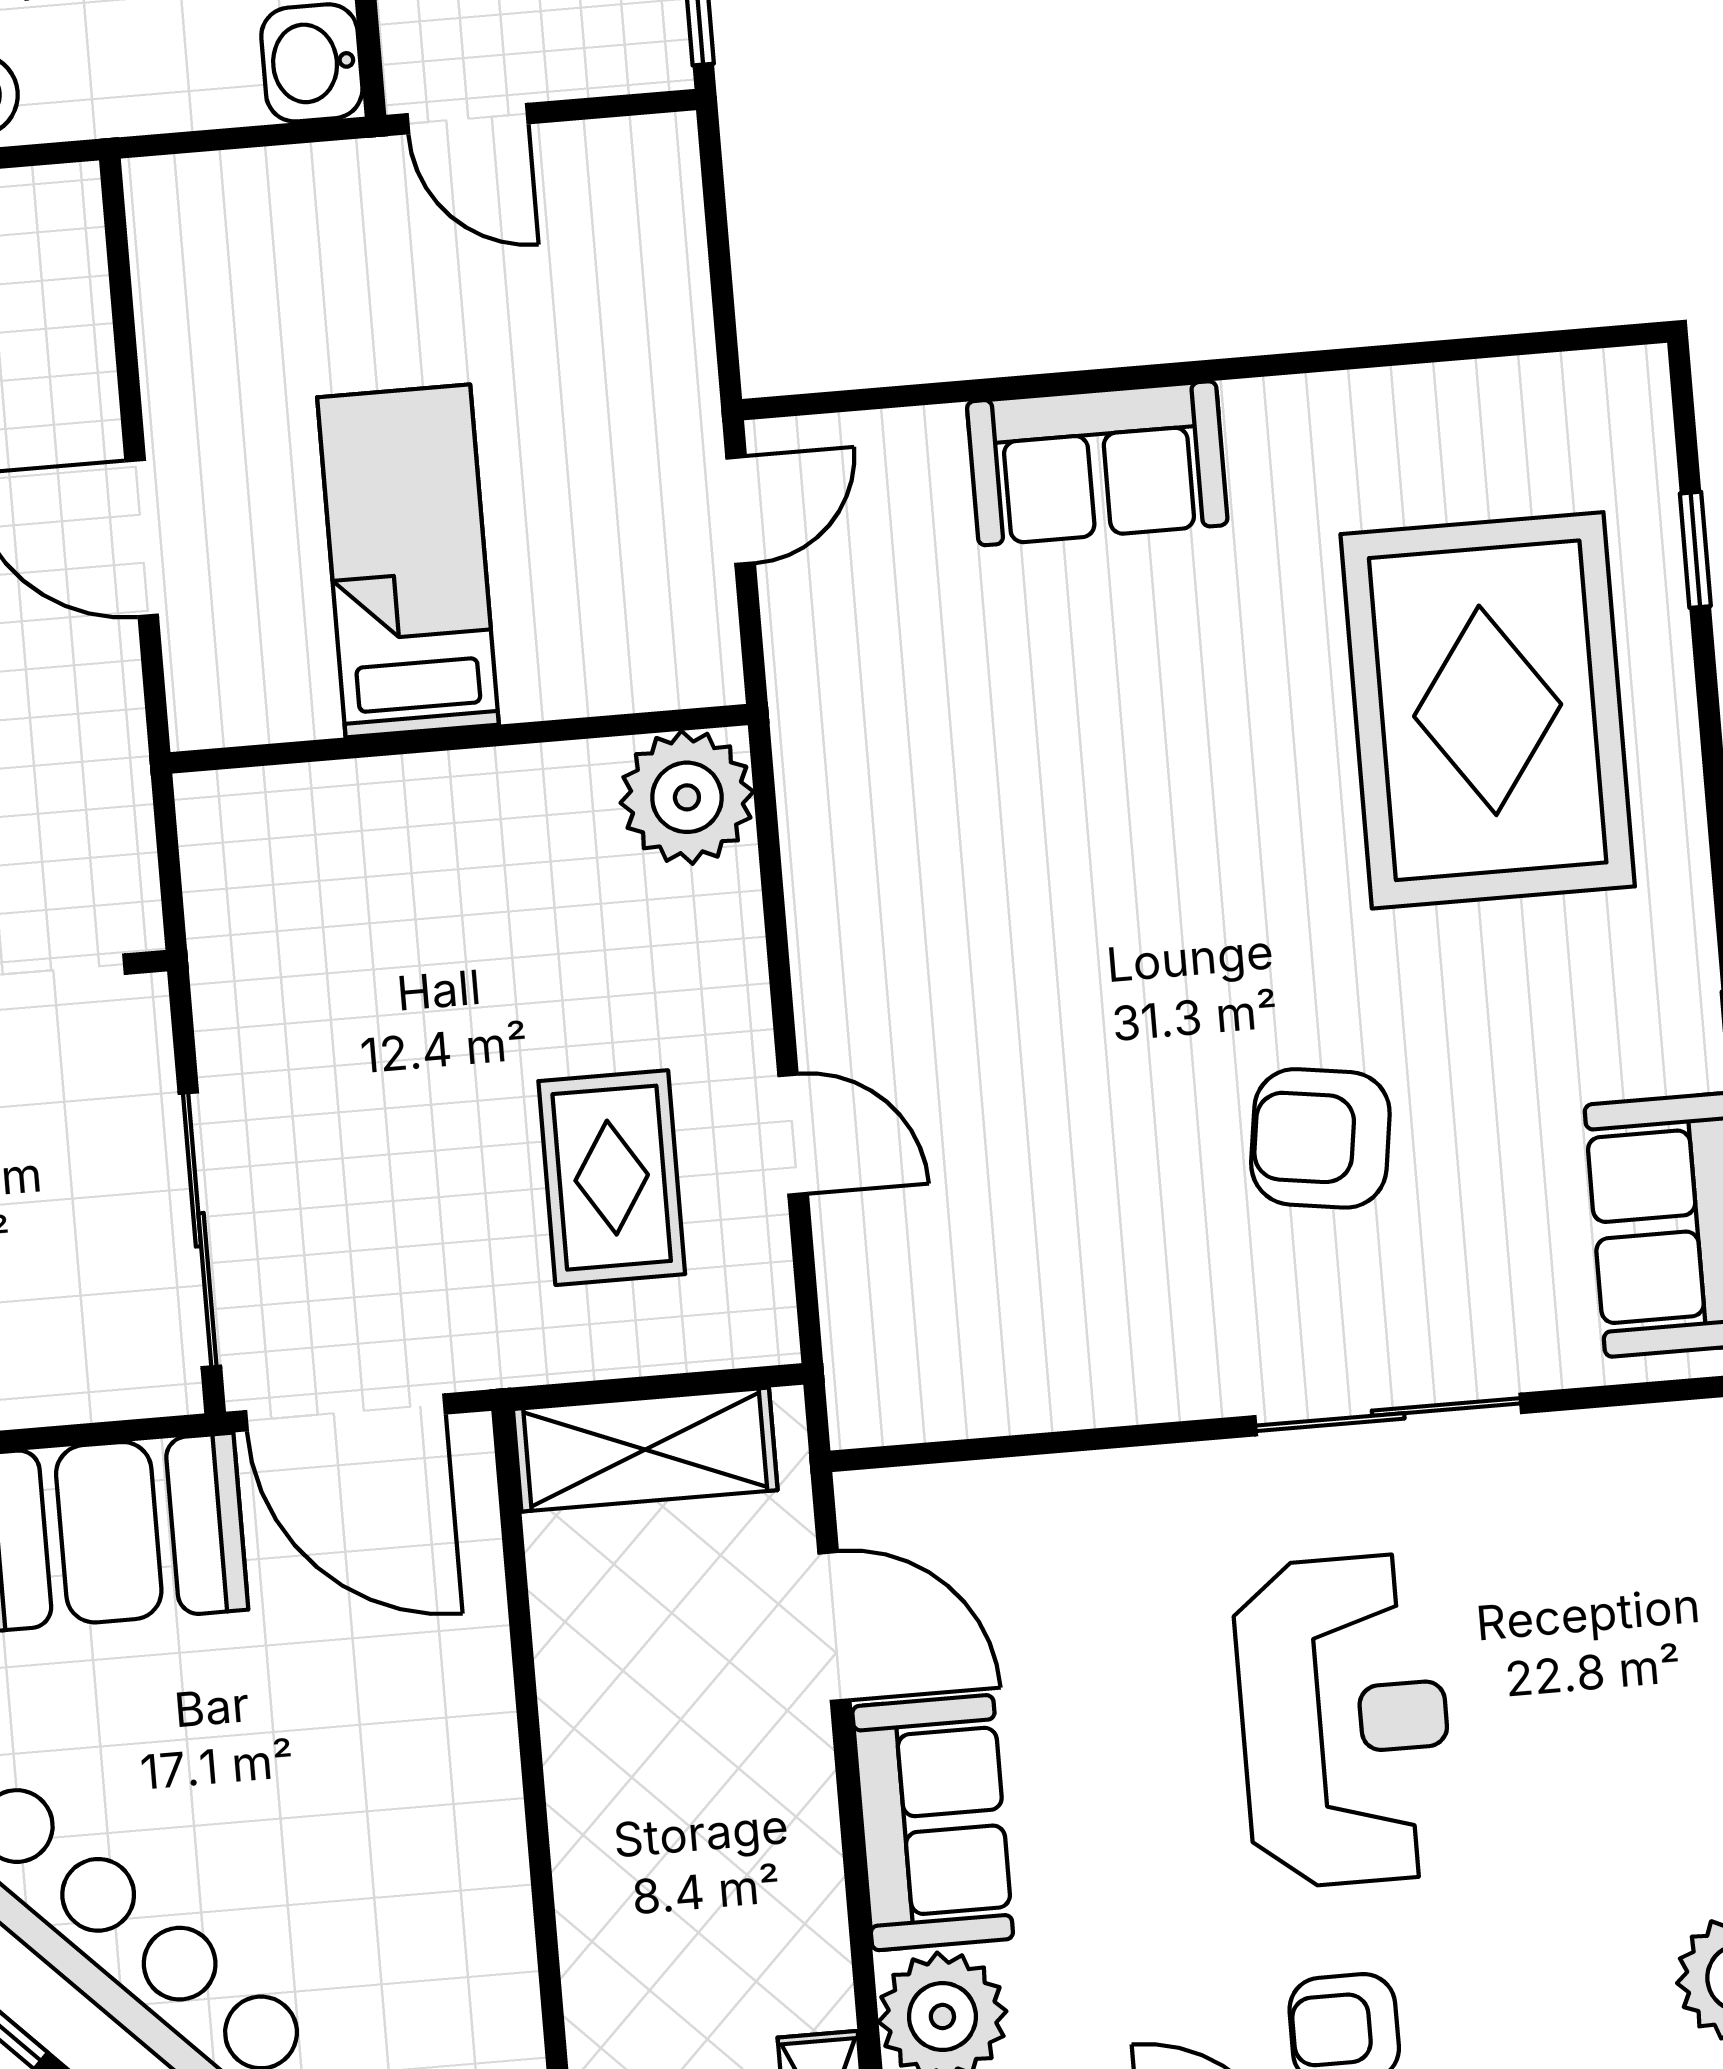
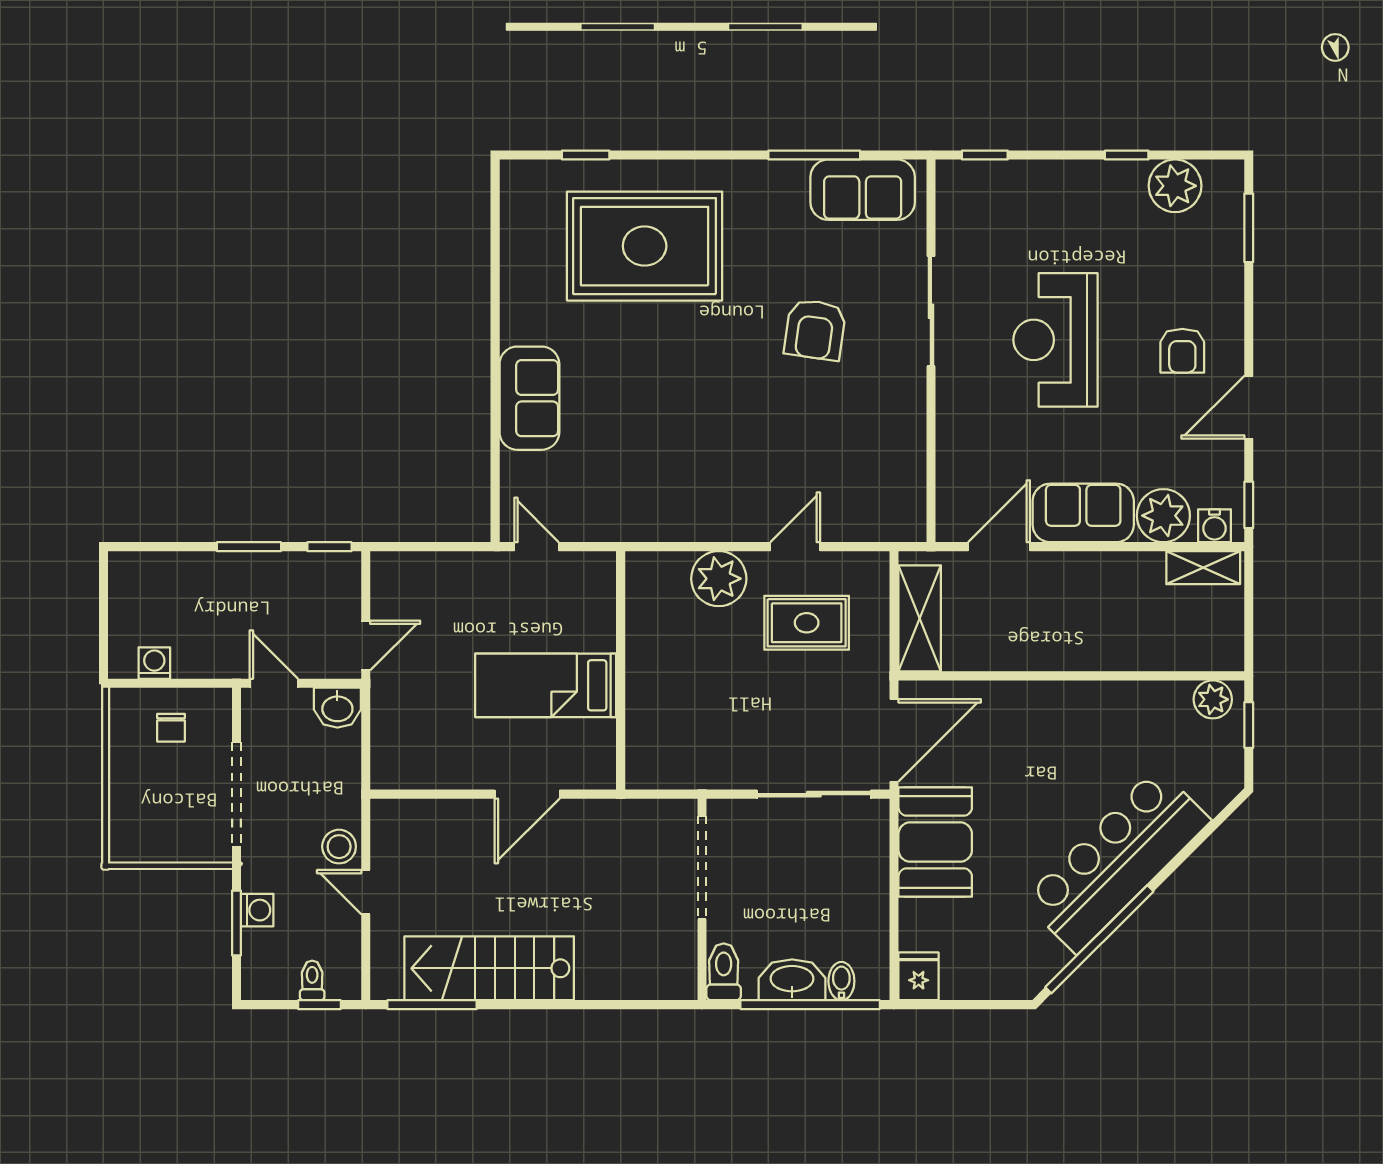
plant: (687, 797) -> (719, 579), moved
reception desk: (1345, 1721) -> (1055, 340), turned -90

